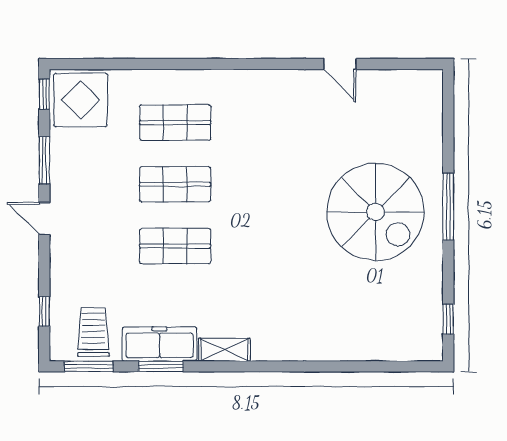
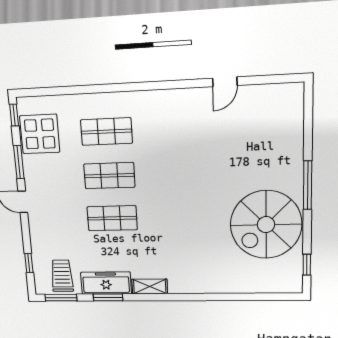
door: (340, 64) -> (225, 82), hinge flipped
display table: (81, 100) -> (40, 134), moved
spiral stairs: (376, 212) -> (266, 225), moved, turned 90

